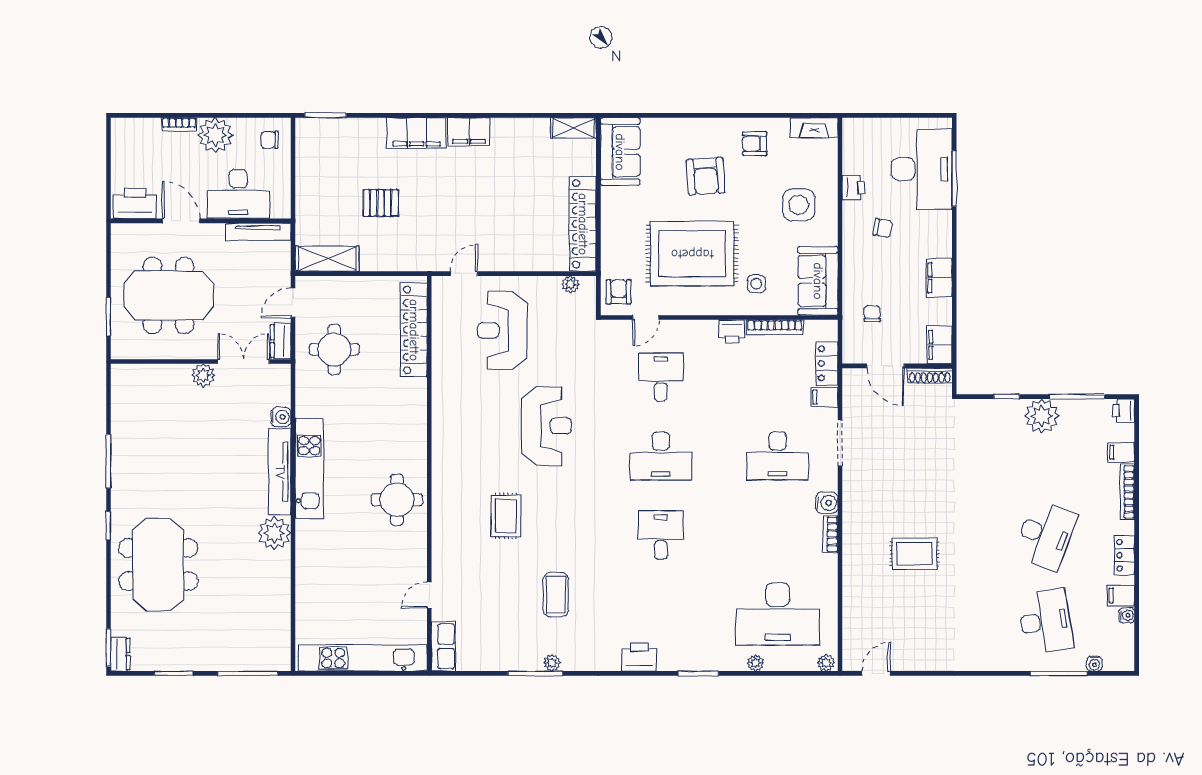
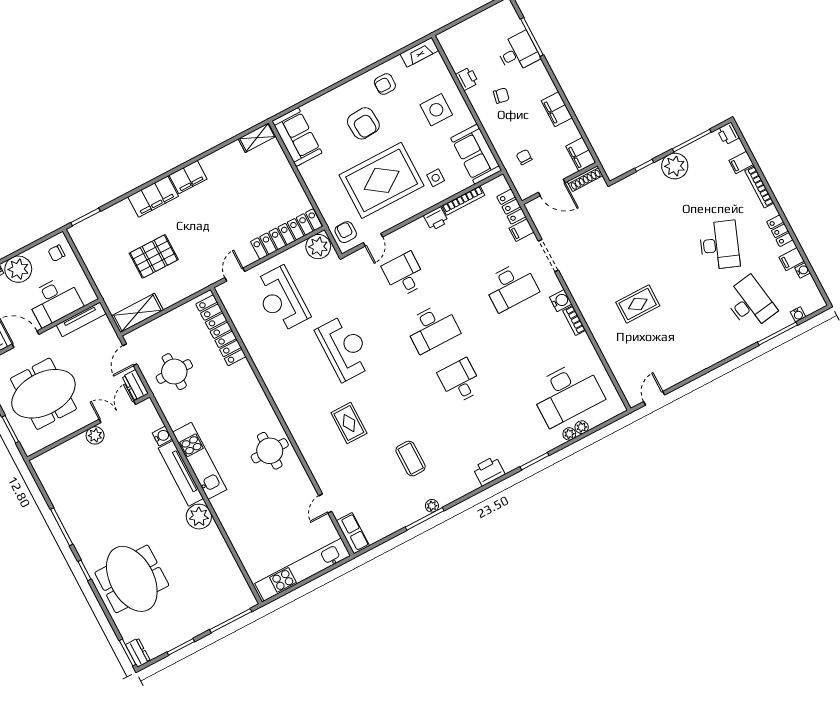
desk: (922, 169) -> (518, 52), width x0.53, depth x0.77
pallet: (381, 203) -> (154, 256), width x1.50, depth x1.42
locker: (583, 224) -> (286, 234), moved, turned 90
plant: (570, 284) -> (318, 247), width x1.88, depth x1.88
plant: (826, 663) -> (582, 427), moved

